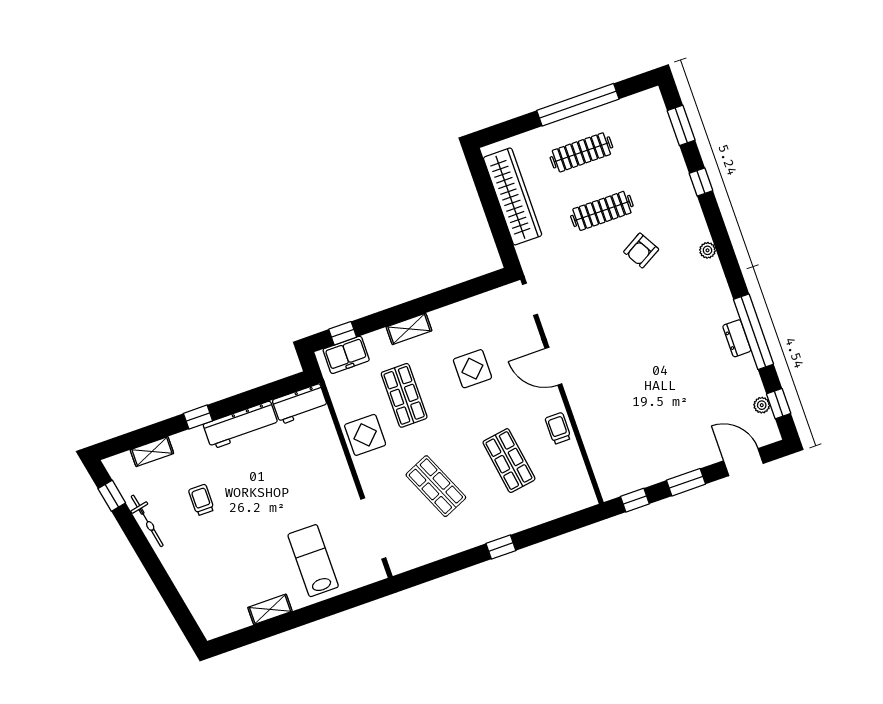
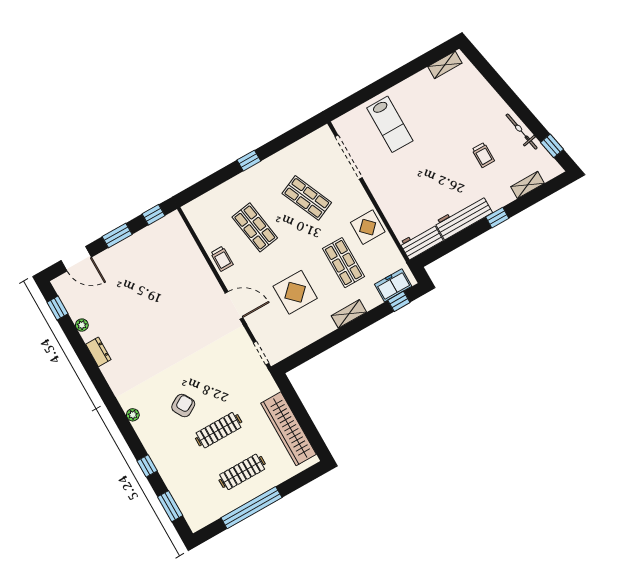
window: (753, 332) -> (87, 359), removed
display table: (472, 369) -> (295, 292), width x1.36, depth x1.36
plant: (762, 405) -> (82, 325), moved
shelving: (270, 609) -> (445, 65), moved

